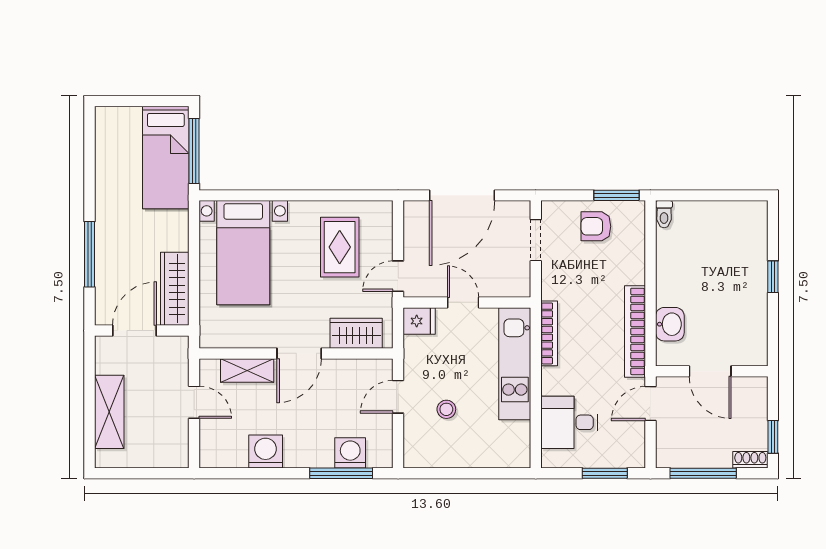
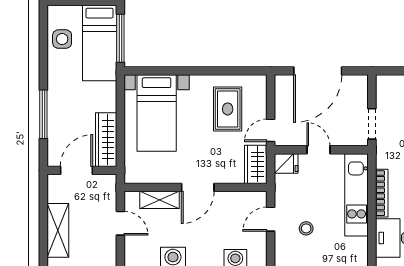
side table: (115, 152) -> (62, 39), added
doorway: (536, 240) -> (372, 124), moved
wardrobe: (356, 333) -> (256, 164), moved, turned -90
bookcase: (549, 333) -> (382, 193), moved

